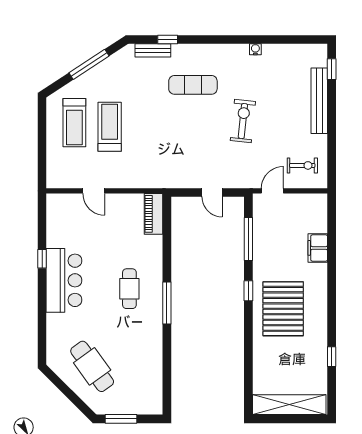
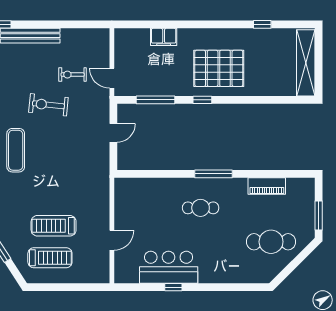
exercise bike: (302, 165) -> (73, 75), moved, turned -90
piano: (154, 214) -> (267, 186), moved
bar counter: (64, 280) -> (169, 267), moved
cafe table: (92, 366) -> (271, 242), turned 36

